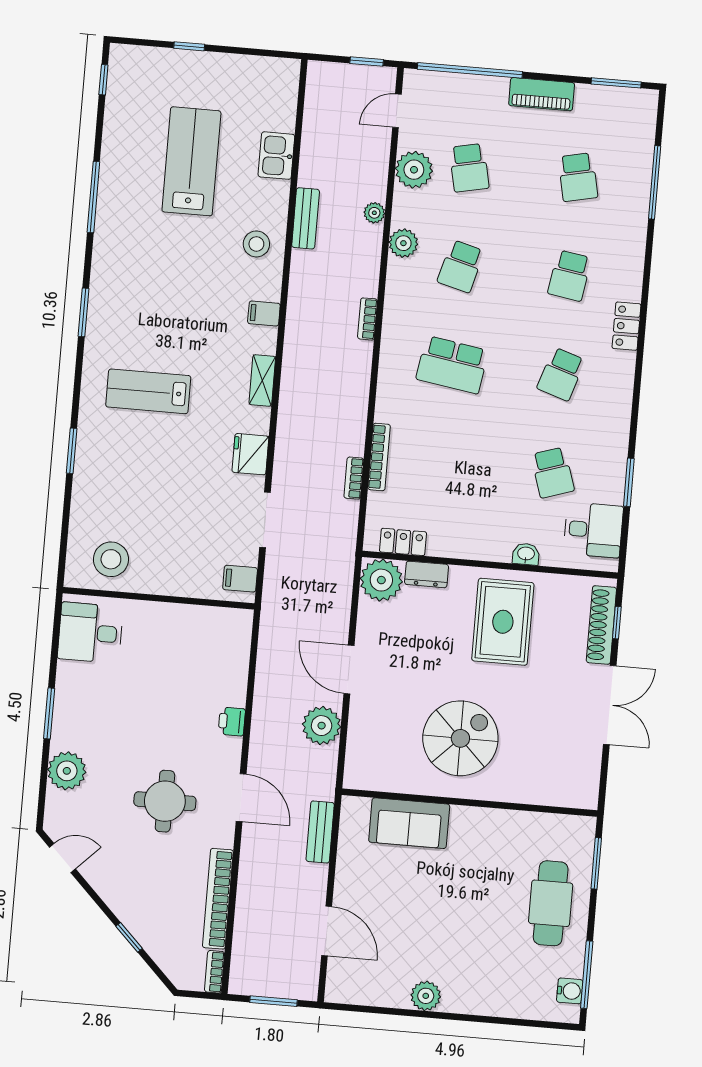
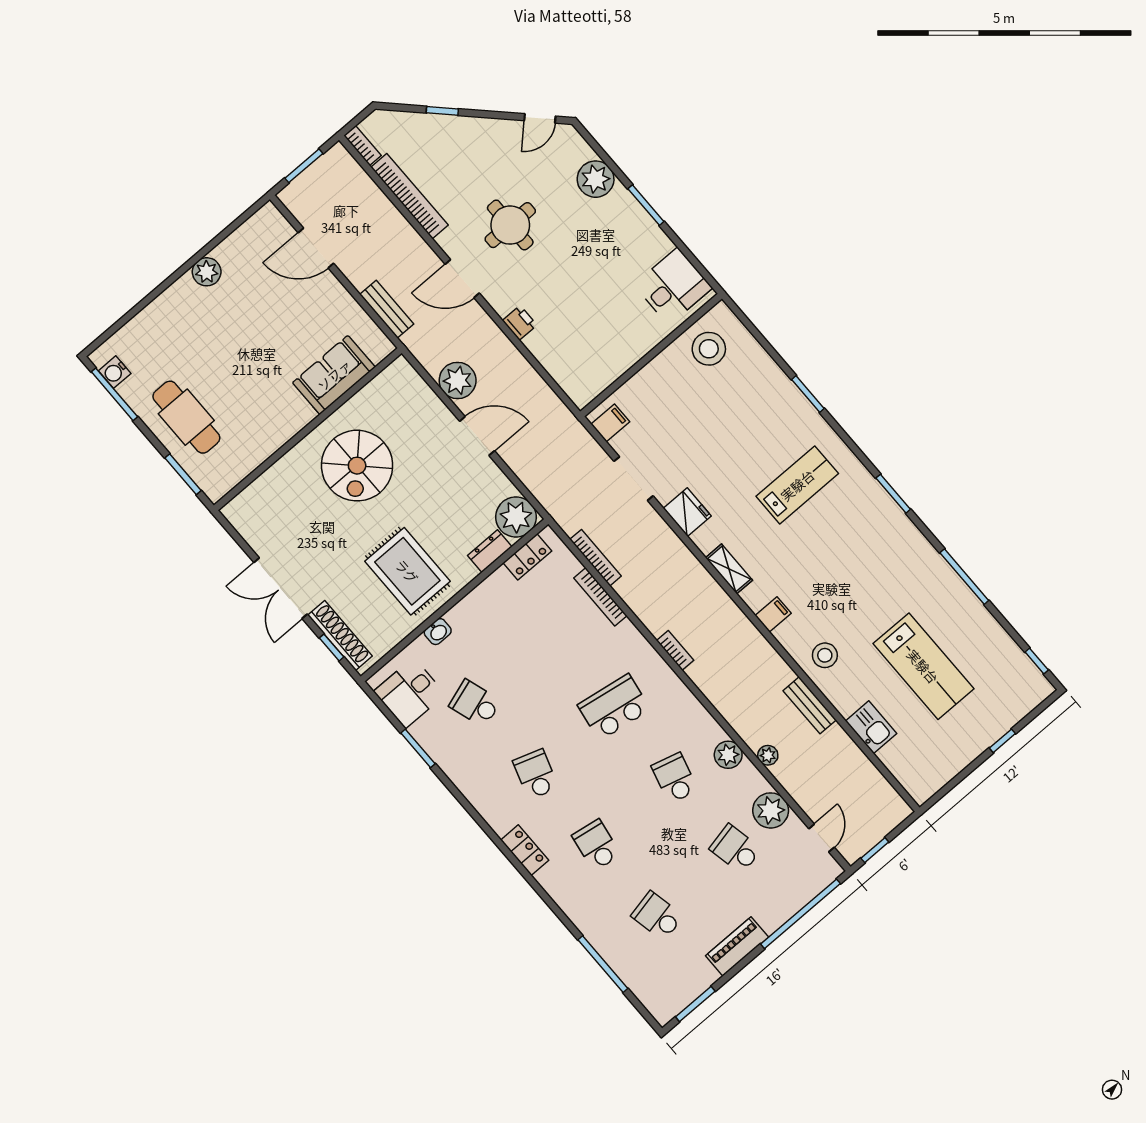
bookcase: (368, 319) -> (675, 650), moved
bookcase: (354, 478) -> (596, 558), width x1.56

